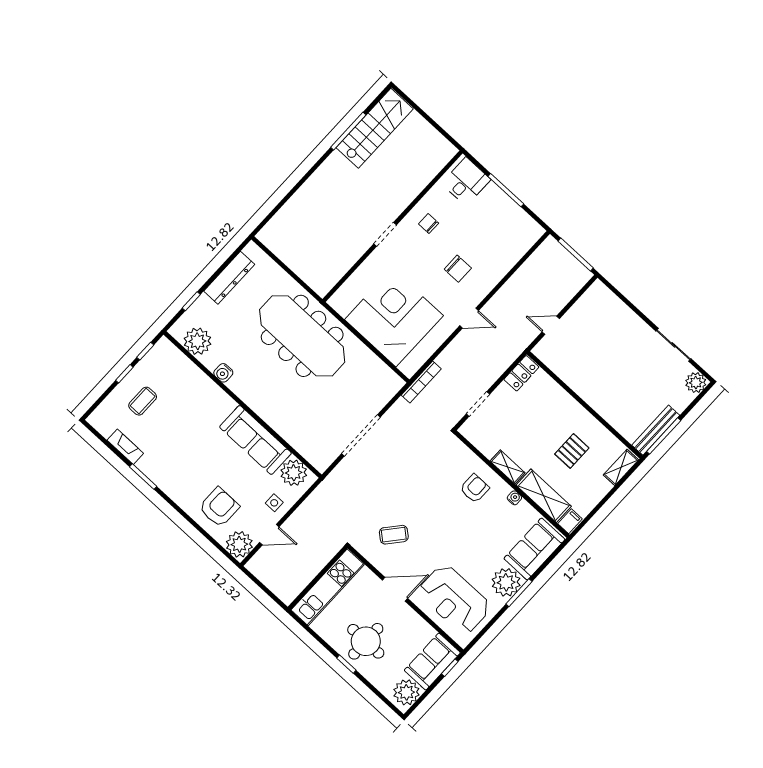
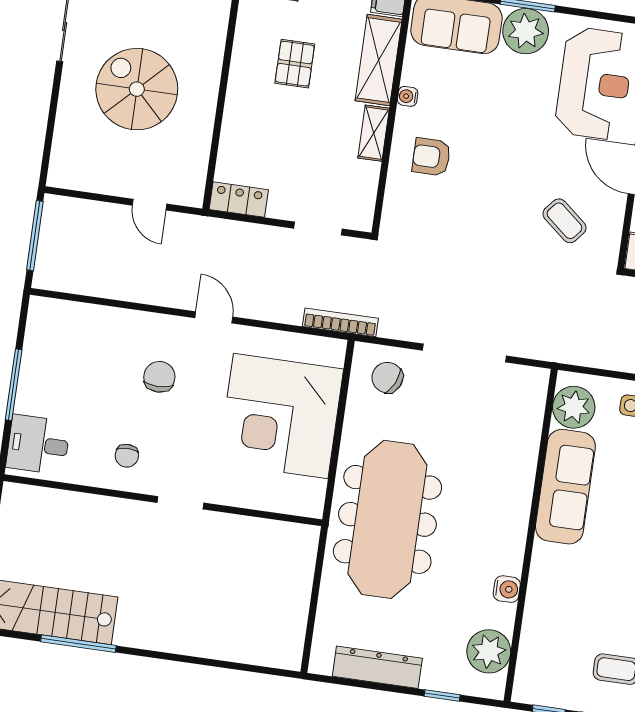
spiral stairs: (615, 360) -> (137, 89), added
chair: (376, 387) -> (387, 378), added
pallet: (572, 451) -> (295, 64), turned 90

